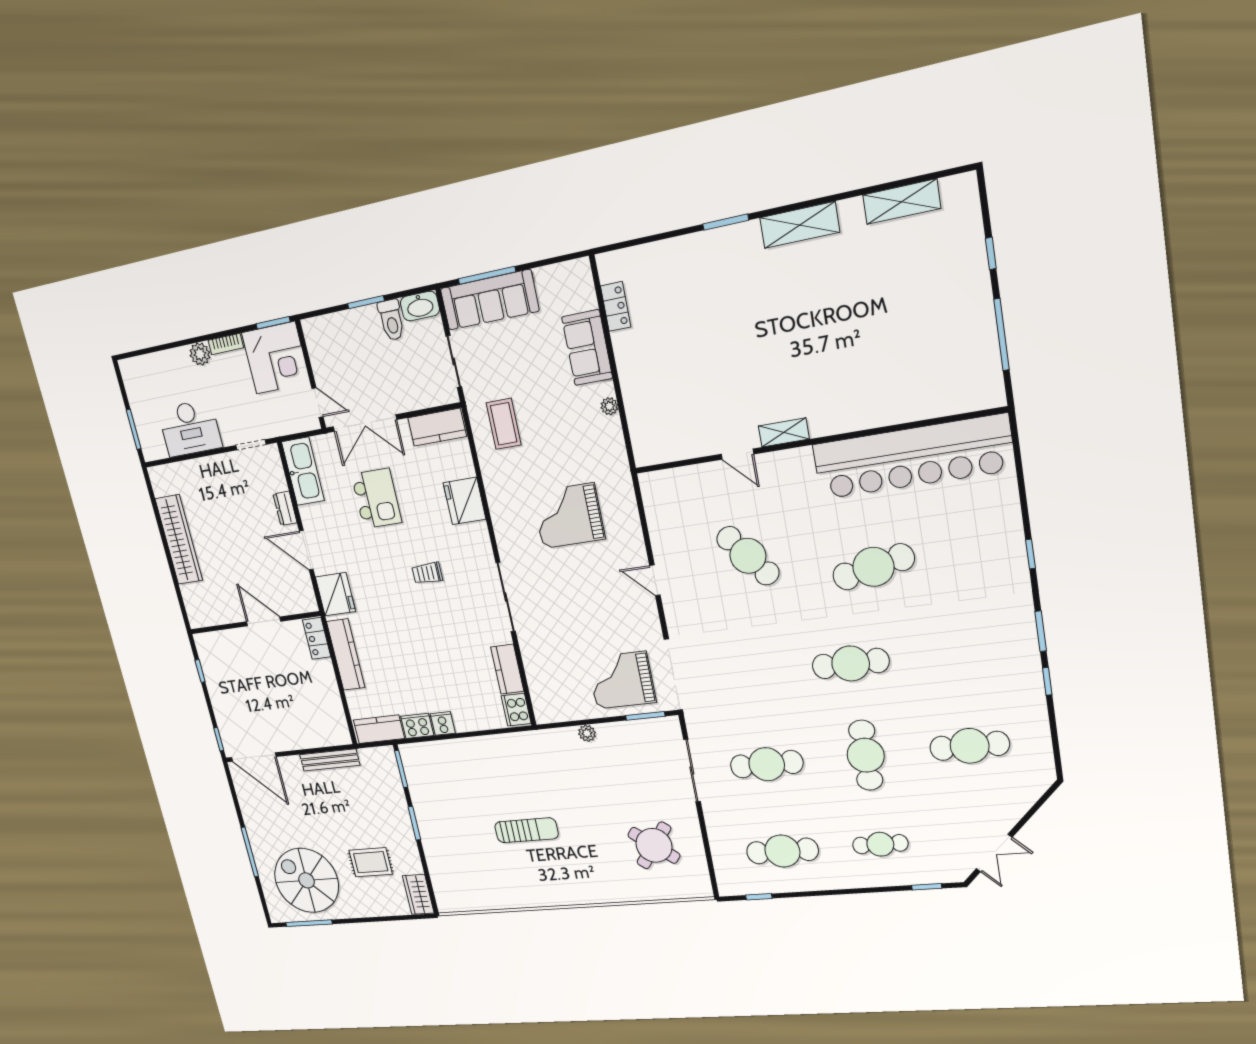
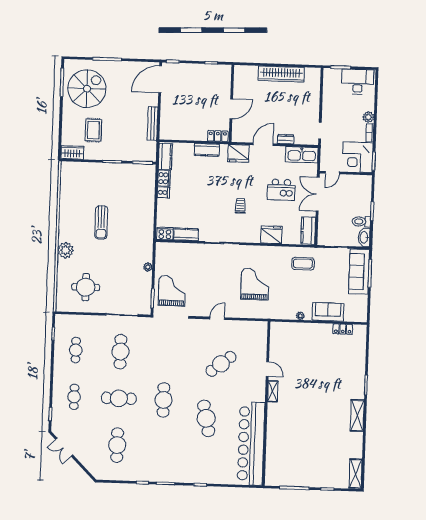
shelving: (902, 202) -> (356, 474), moved
desk: (190, 428) -> (358, 82), moved, turned 90
door: (737, 454) -> (267, 369), swing flipped
kitchen counter: (346, 655) -> (207, 150), width x0.67
round table: (654, 845) -> (86, 287), turned -38
cafe table: (782, 851) -> (76, 350), width x0.73, depth x0.74
plant: (594, 889) -> (65, 250), added

